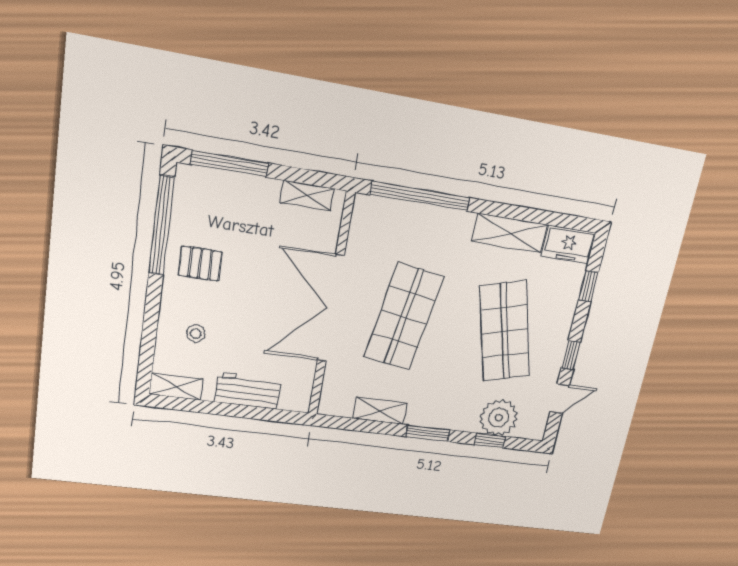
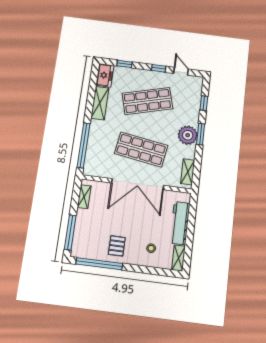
workbench: (248, 391) -> (180, 223), width x1.37
shelving: (380, 411) -> (188, 172), moved
plant: (499, 418) -> (188, 135), moved

